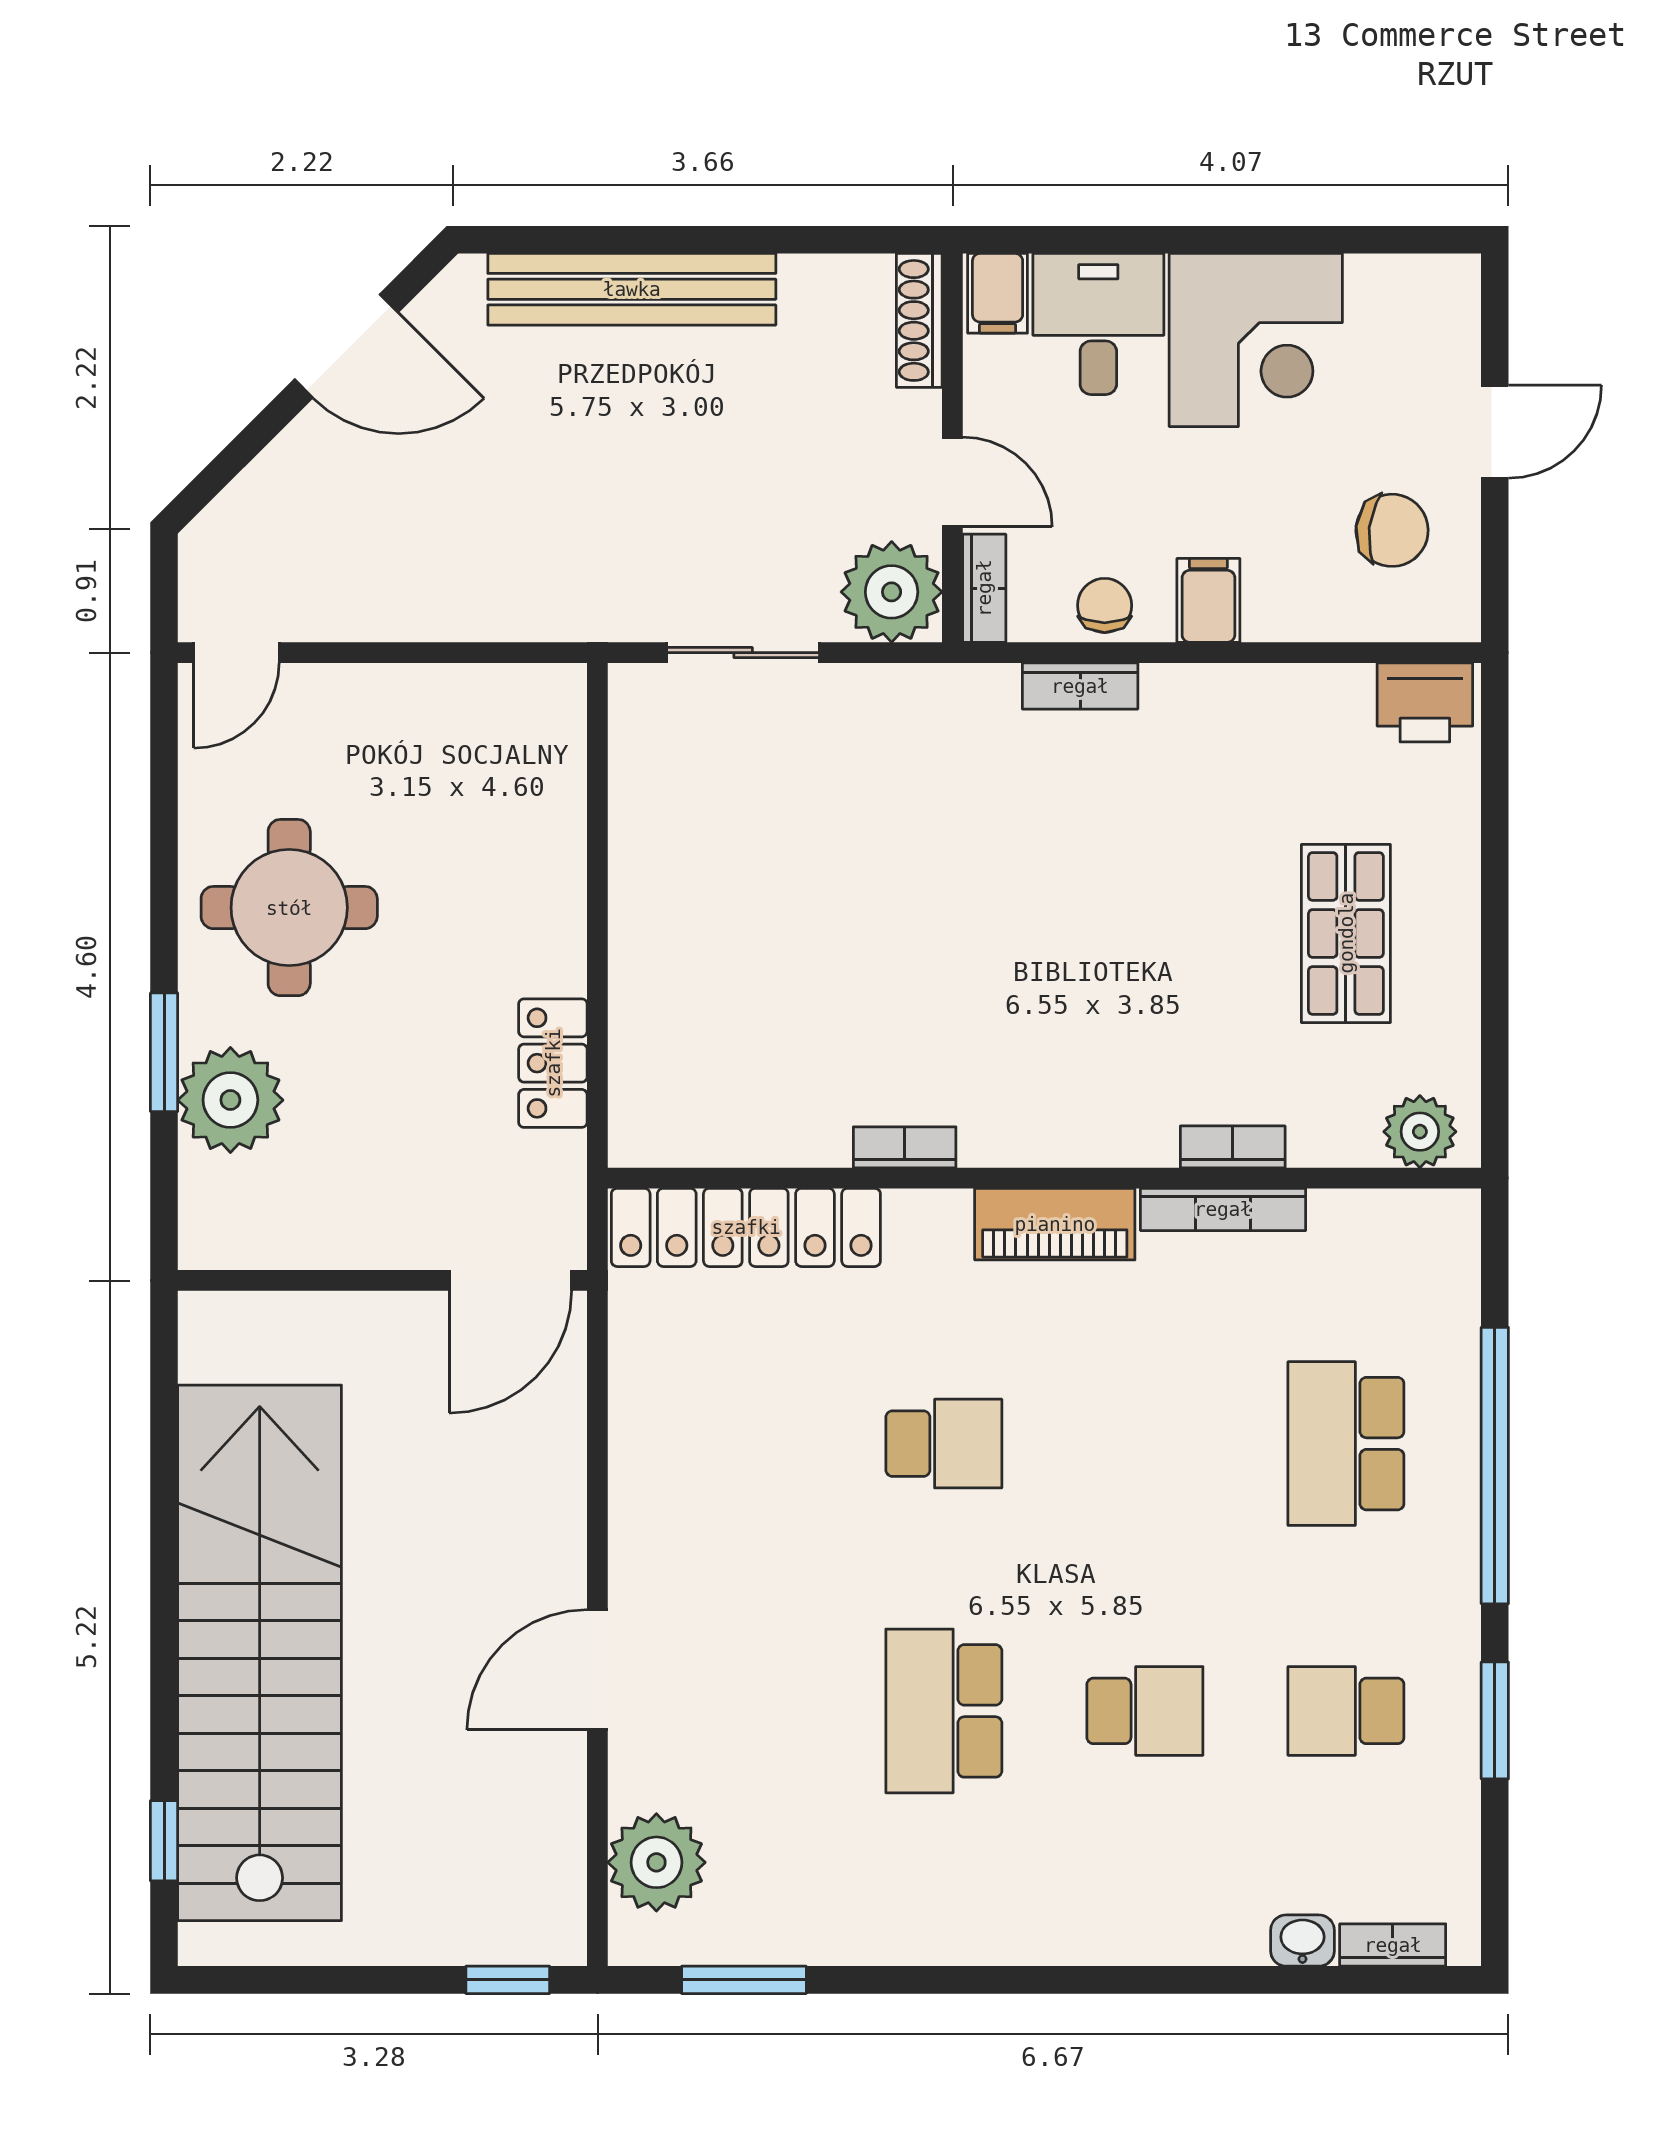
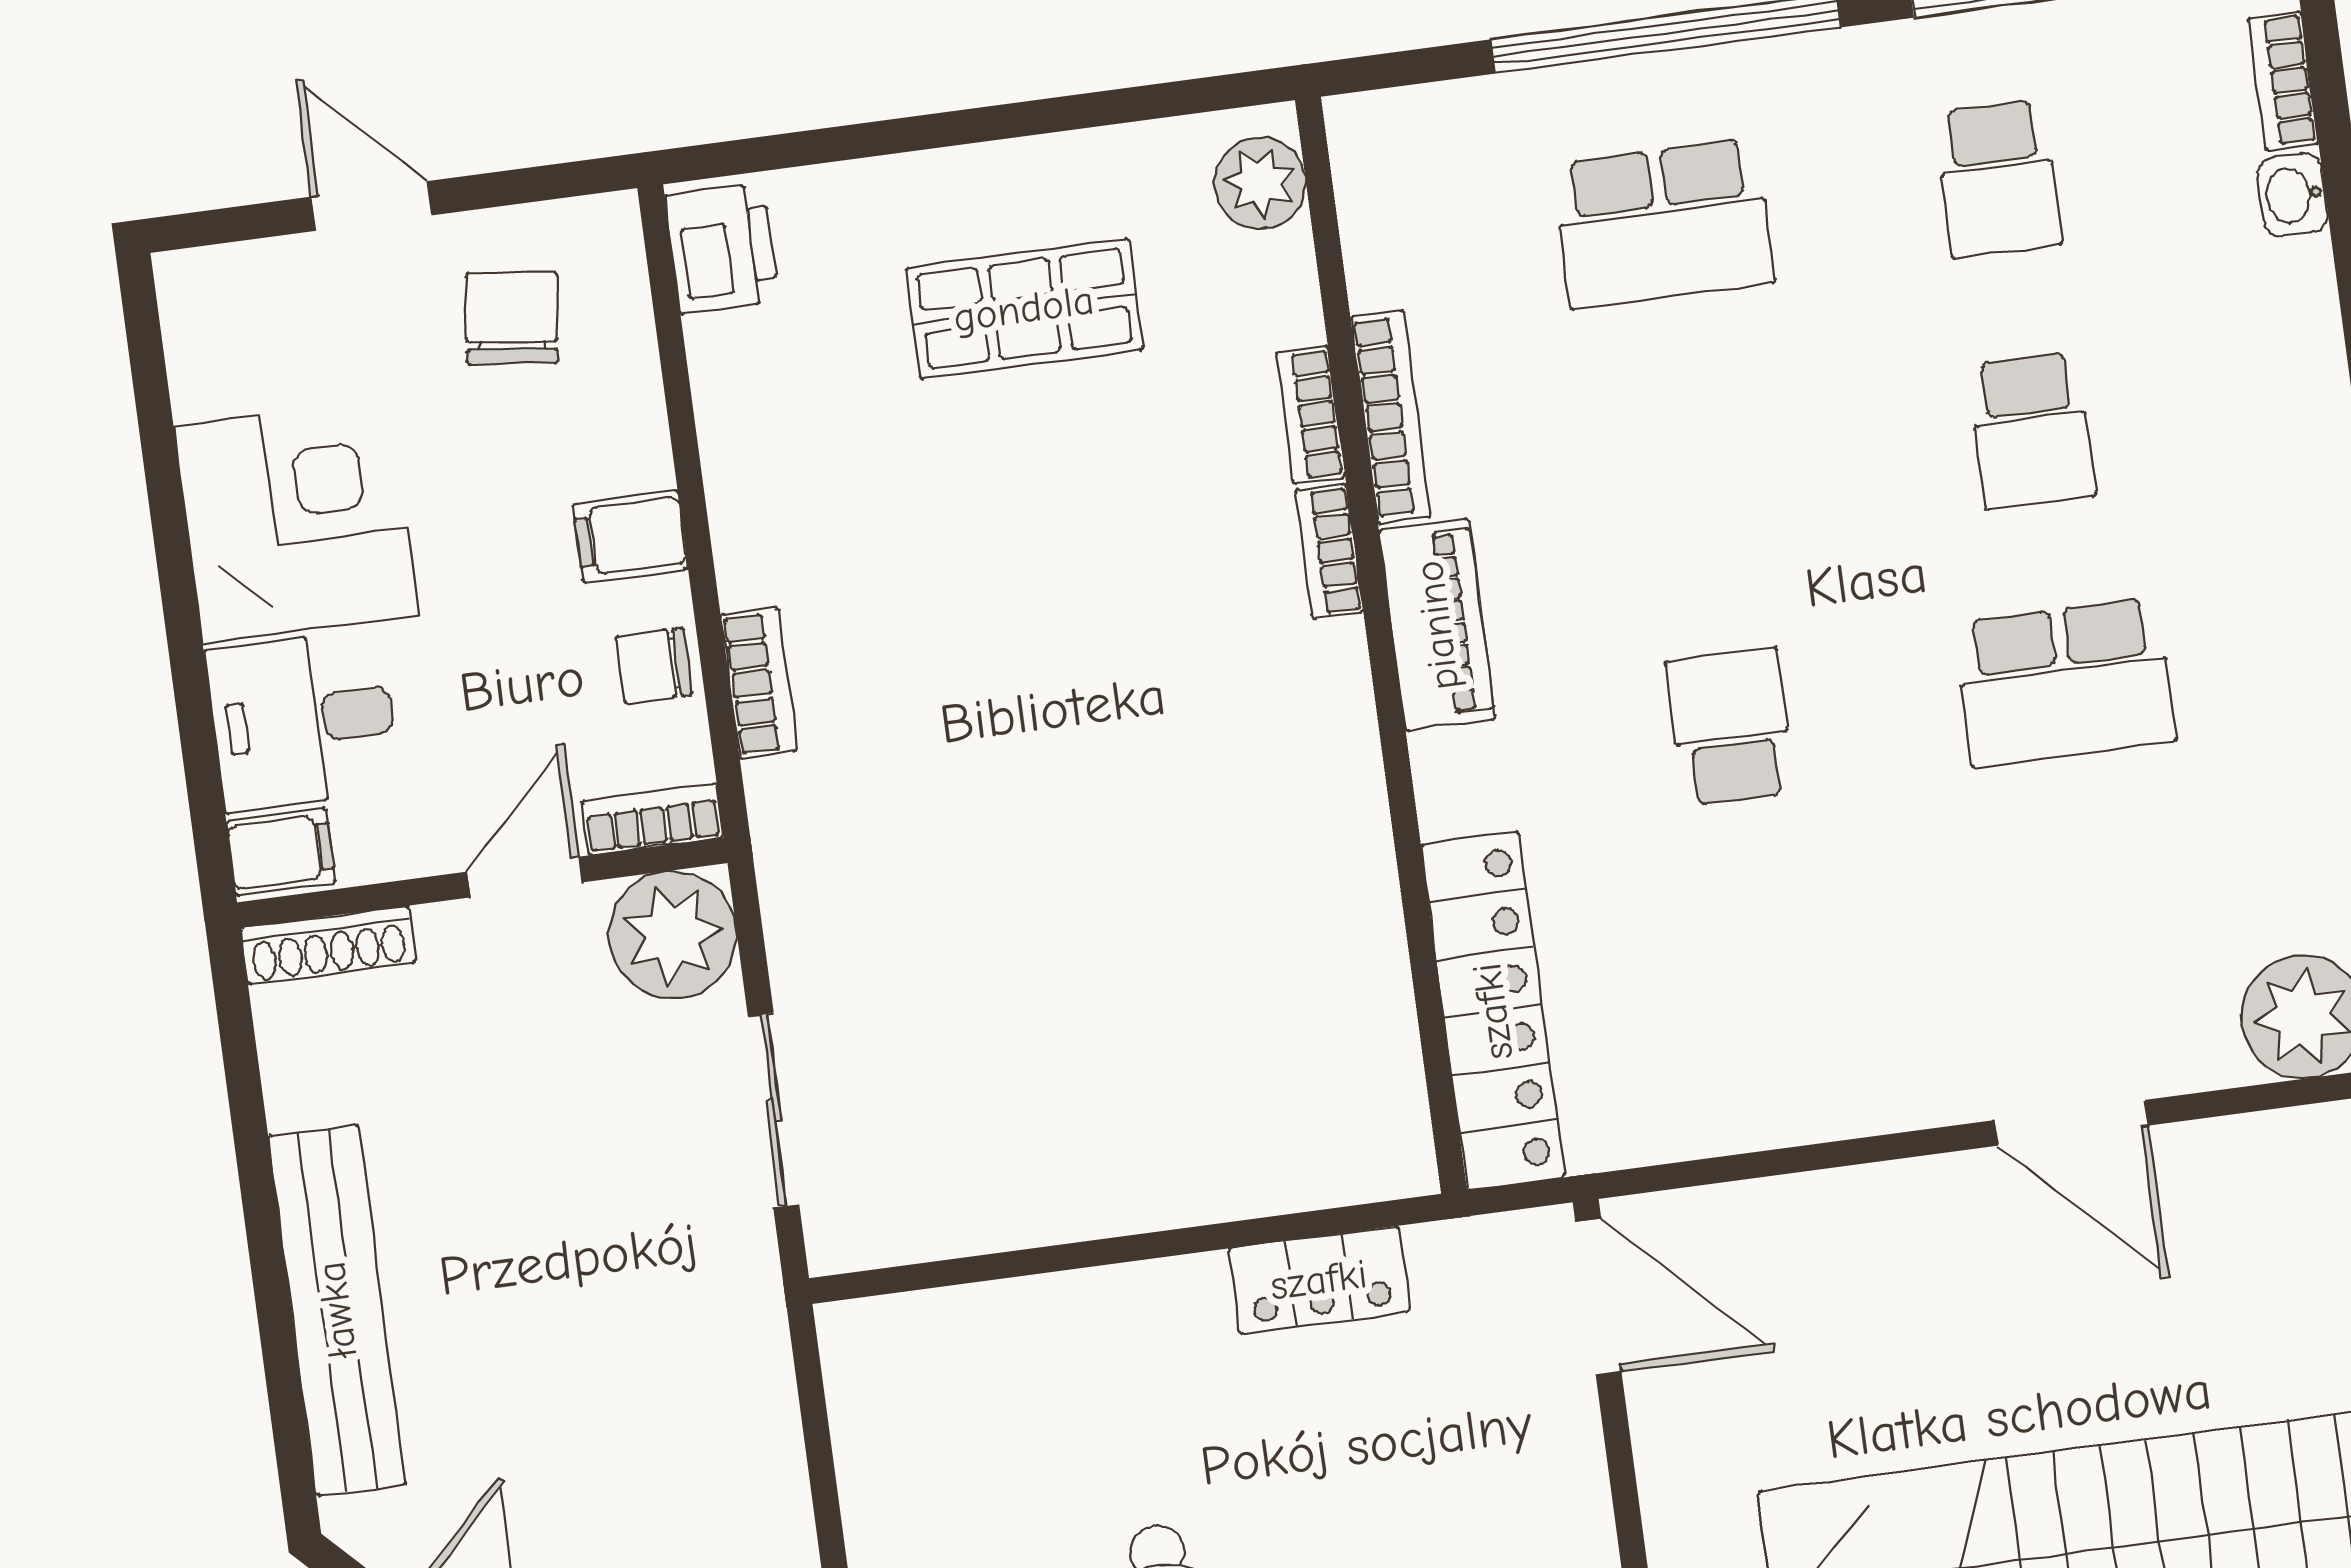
bookcase: (905, 1147) -> (1329, 551), moved
school desk: (1145, 1711) -> (2032, 430), turned 180

